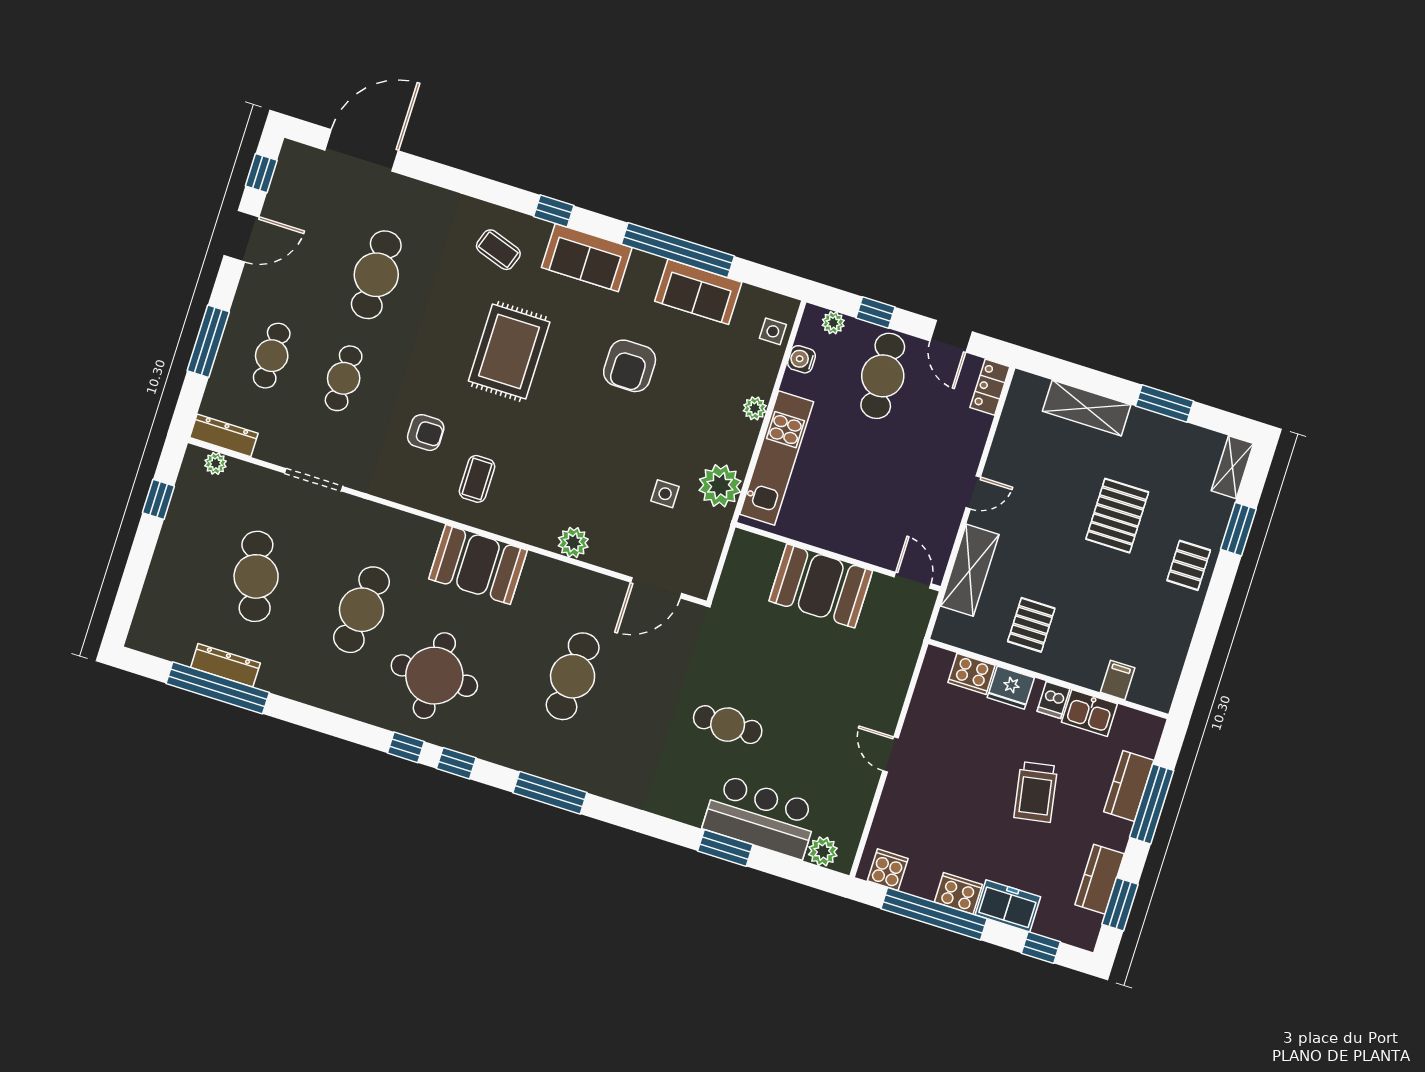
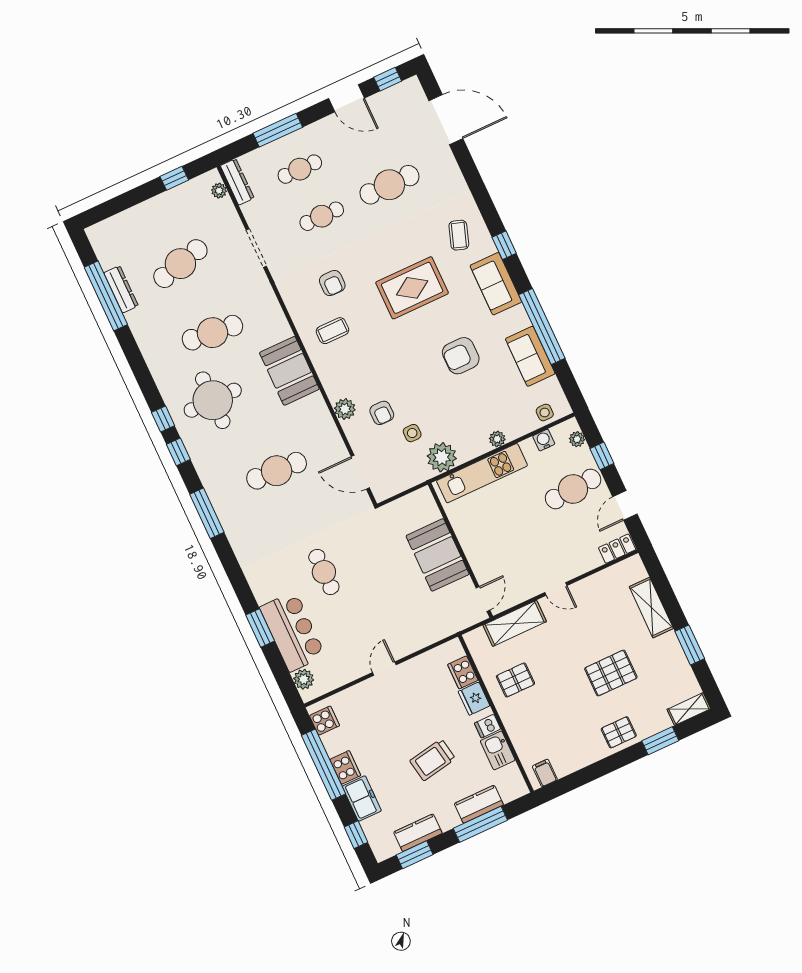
armchair: (614, 507) -> (382, 413), added
filing cabinet: (1118, 680) -> (545, 773), moved, turned -90

